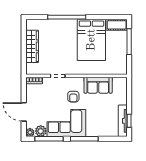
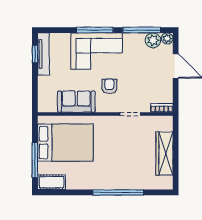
bed: (91, 40) -> (65, 143), moved, turned 90
corner sofa: (66, 123) -> (97, 51), moved

